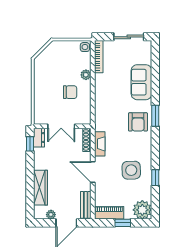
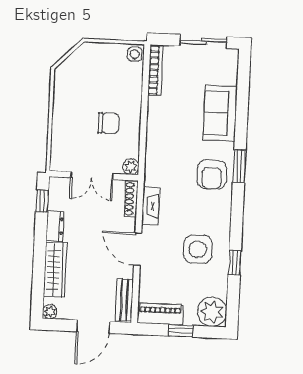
plant: (86, 75) -> (131, 167), moved
dresser: (39, 138) -> (55, 226), moved
plant: (51, 215) -> (50, 312), moved

